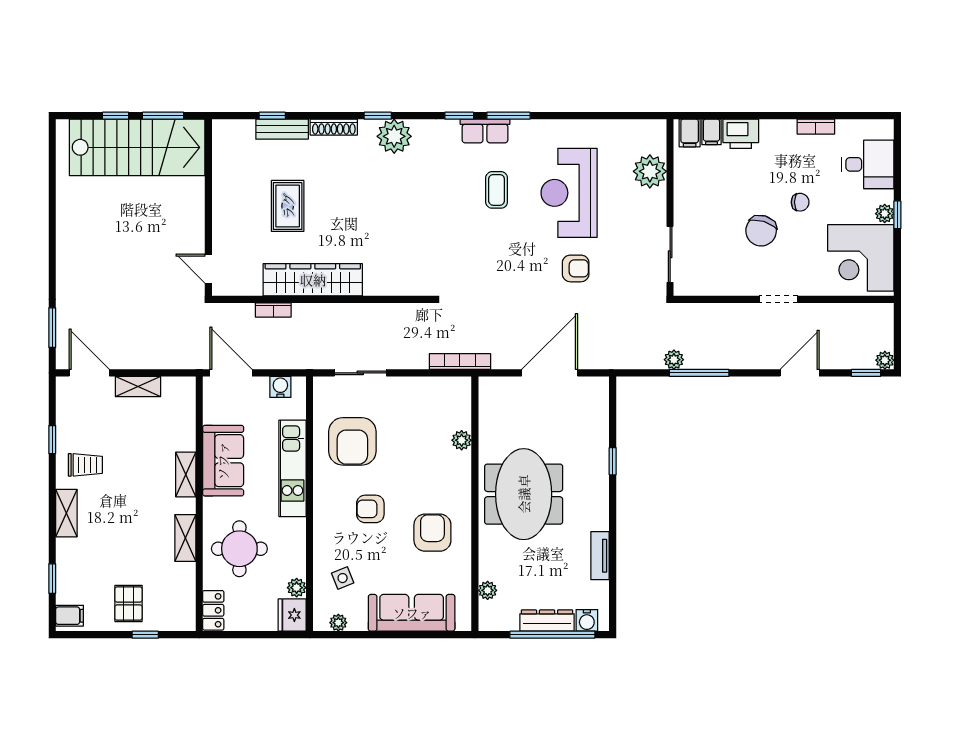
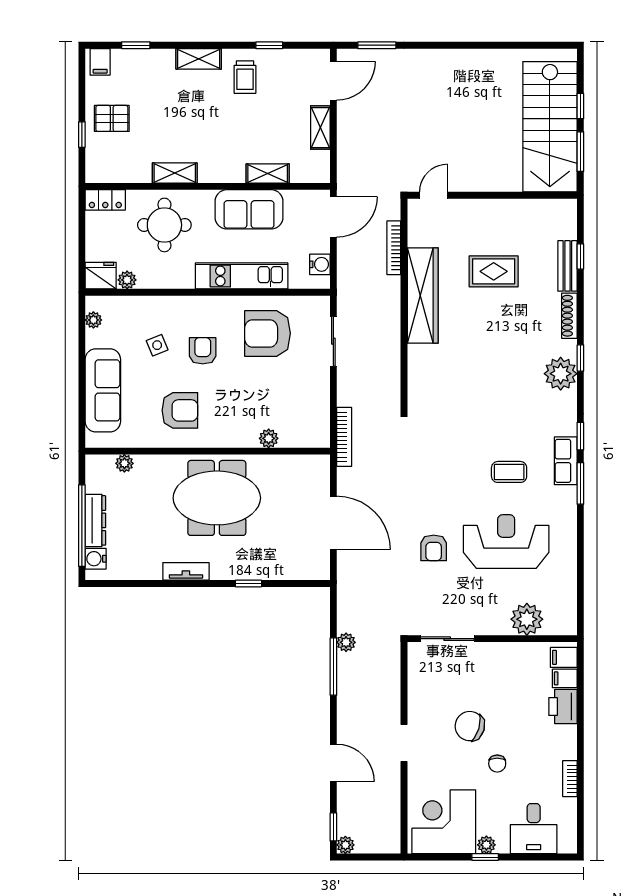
bookcase: (273, 310) -> (394, 248), width x1.56
shelving: (186, 474) -> (268, 173), moved
tv unit: (600, 556) -> (186, 571), moved
side table: (343, 578) -> (157, 345), moved

